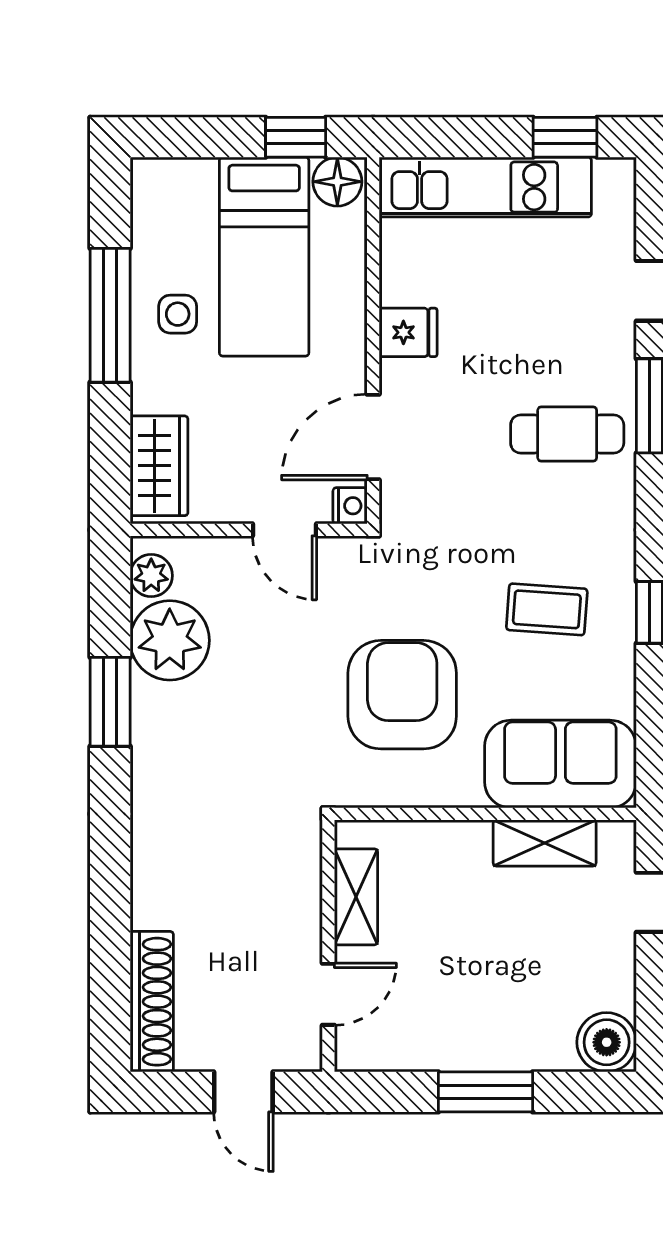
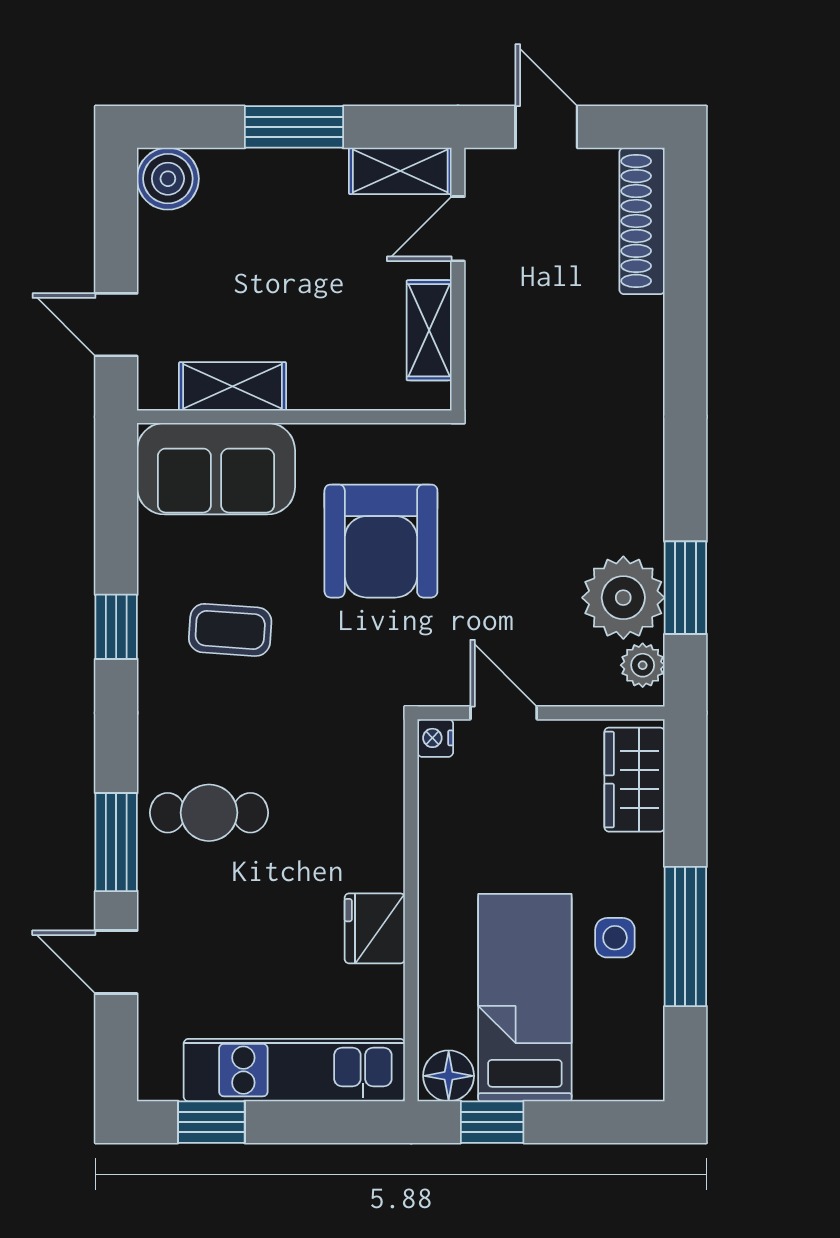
fridge: (408, 332) -> (375, 928), width x1.38
door: (373, 437) -> (411, 810), removed
window: (110, 702) -> (685, 588), moved
shelving: (384, 1050) -> (400, 171), added

